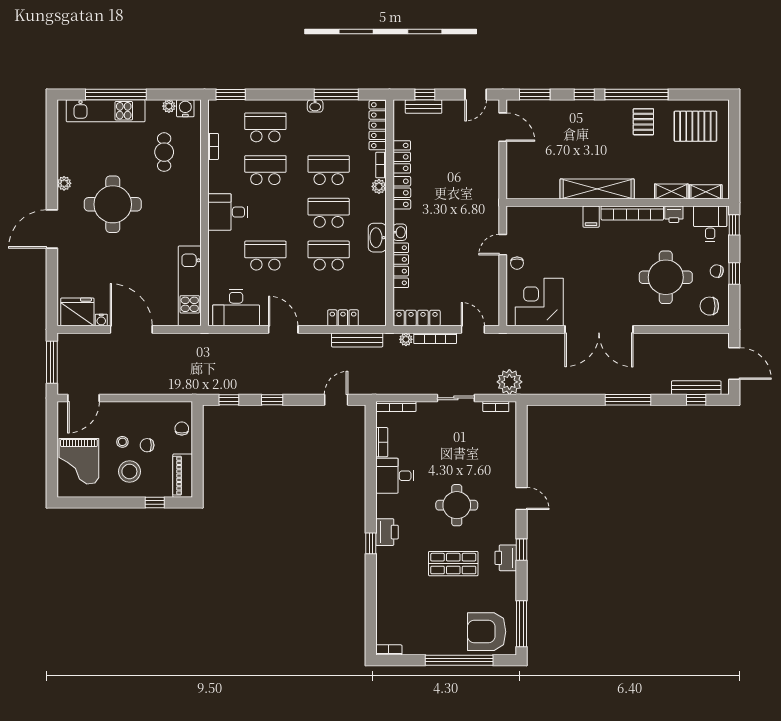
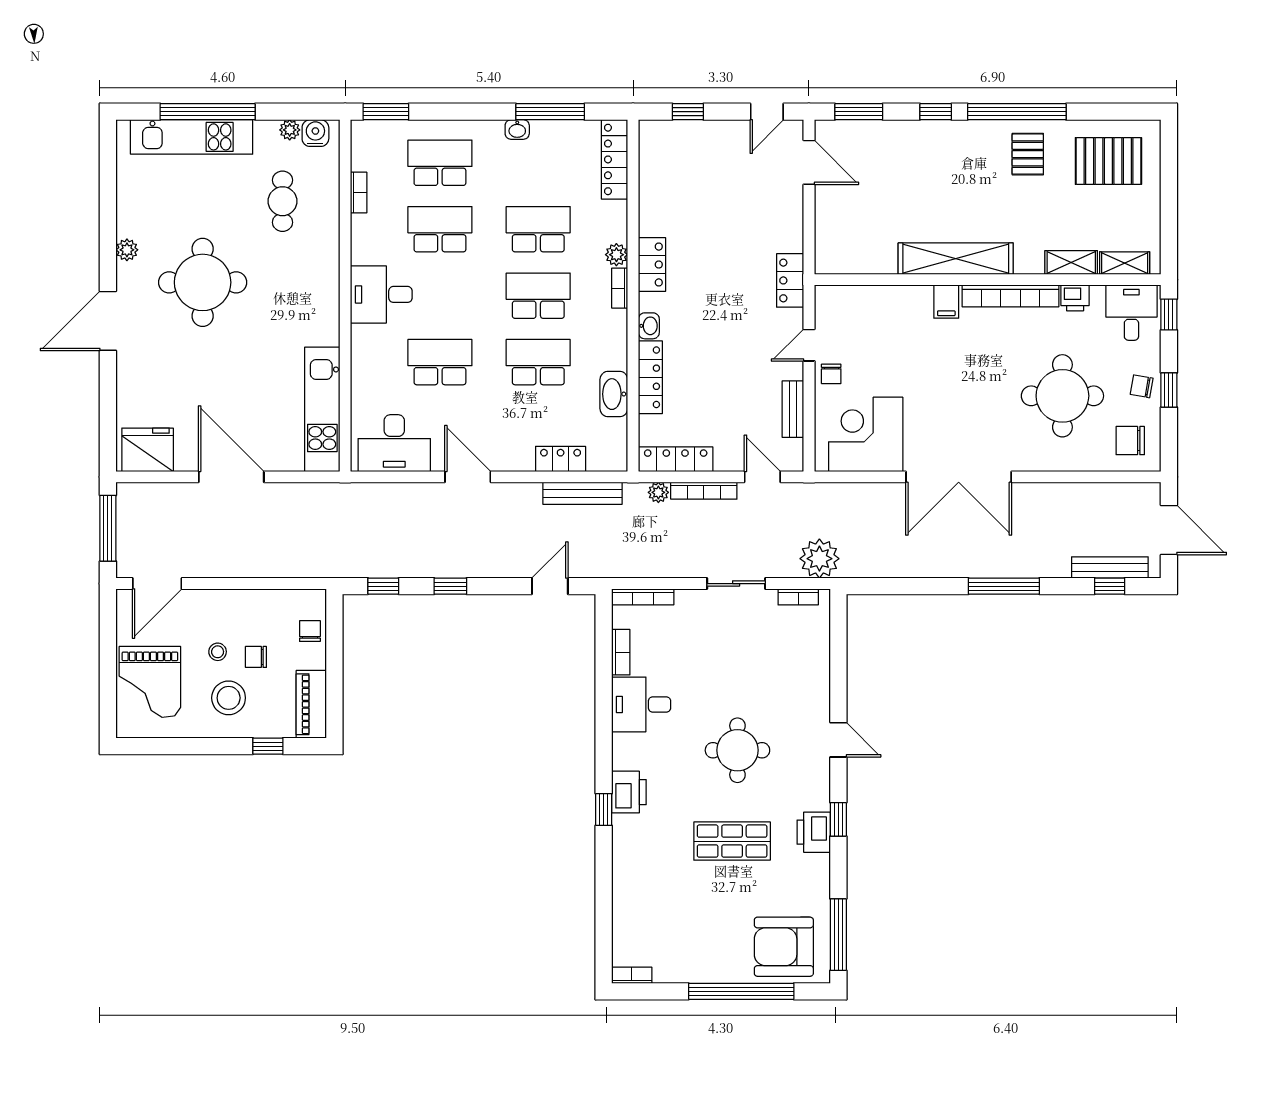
bench: (424, 107) -> (793, 409), moved, turned 90
locker: (402, 157) -> (790, 280), moved, turned 180
bookcase: (381, 165) -> (620, 288), moved
washbasin: (377, 238) -> (614, 394), moved
water cooler: (101, 320) -> (185, 462), removed

